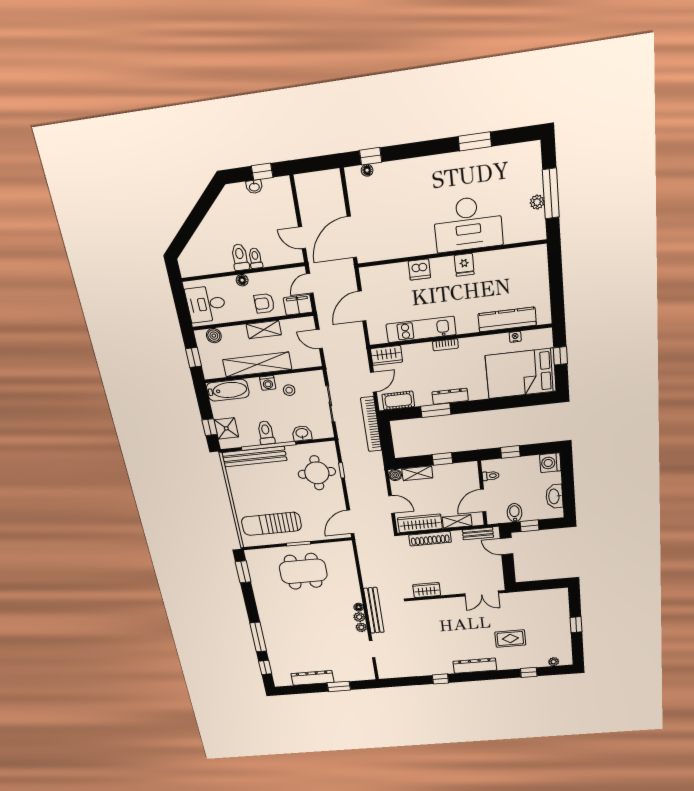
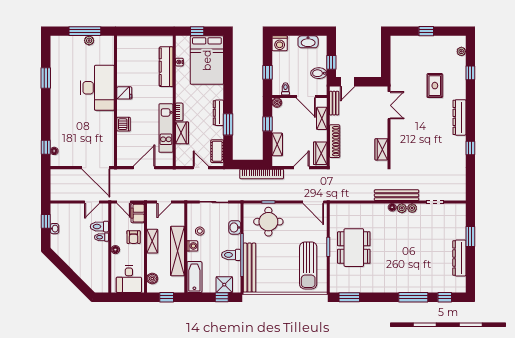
toilet: (240, 257) -> (99, 227), moved
door: (362, 306) -> (144, 168), swing flipped
wardrobe: (387, 355) -> (182, 133), moved
bookcase: (371, 424) -> (262, 174), moved
boiler: (395, 475) -> (277, 103), moved
wardrobe: (420, 523) -> (320, 153), width x0.67

